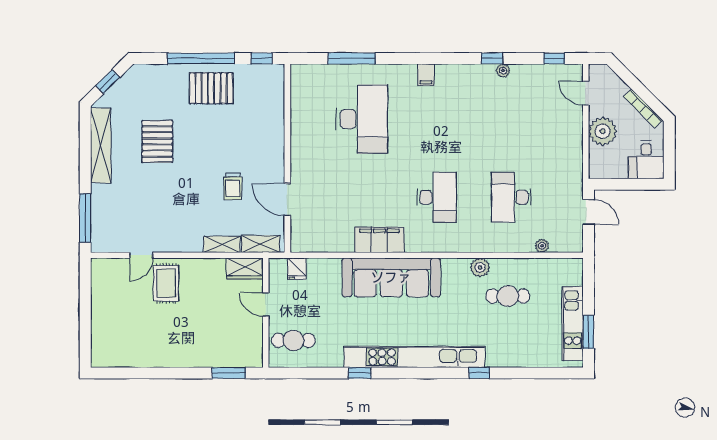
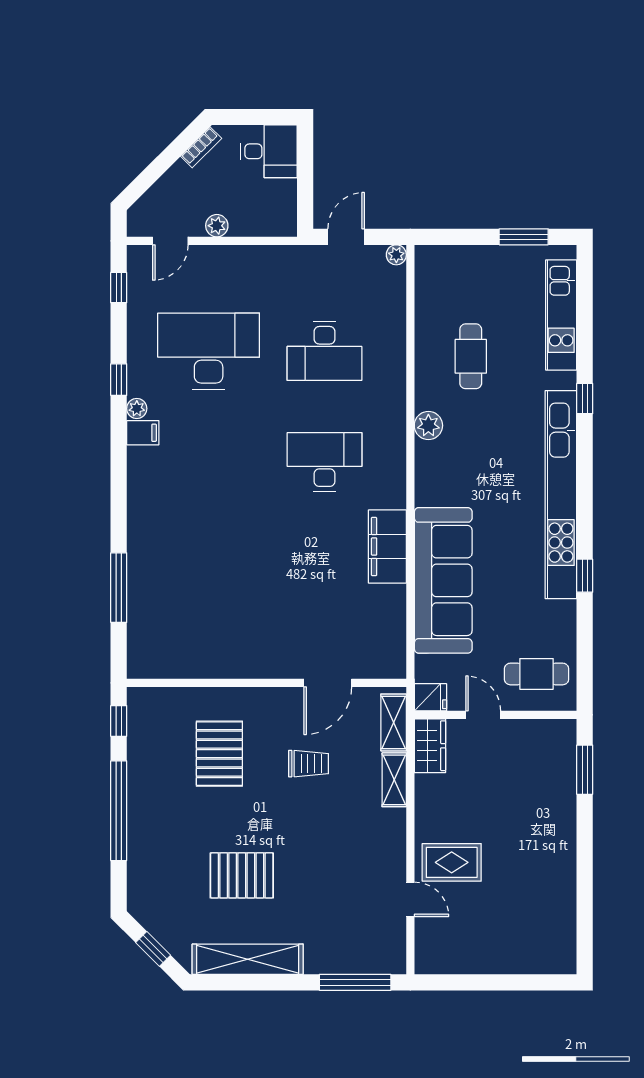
plant: (503, 71) -> (137, 409), moved
filing cabinet: (426, 75) -> (143, 433), moved
pallet: (211, 88) -> (219, 754), moved
bookcase: (643, 108) -> (201, 147), width x0.64
desk: (362, 119) -> (209, 351), moved
plant: (603, 131) -> (217, 226), width x0.53, depth x0.53
plant: (542, 246) -> (396, 255), moved
plant: (480, 267) -> (428, 425), moved
fridge: (297, 269) -> (430, 697), moved
sofa: (391, 277) -> (443, 580), moved
door: (266, 304) -> (483, 715), swing flipped
kitchen unit: (573, 324) -> (561, 315), moved, turned 90
cafe table: (293, 340) -> (537, 674), turned 90

